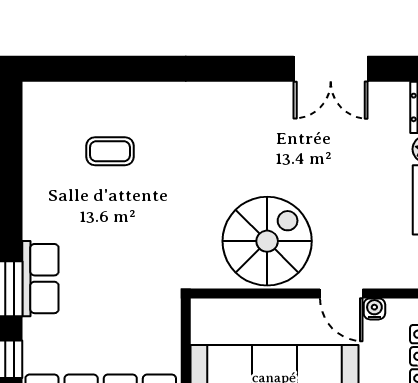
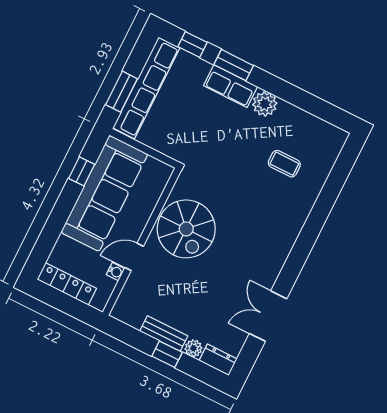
coffee table: (110, 151) -> (284, 164), turned 90
plant: (41, 219) -> (265, 104), added

